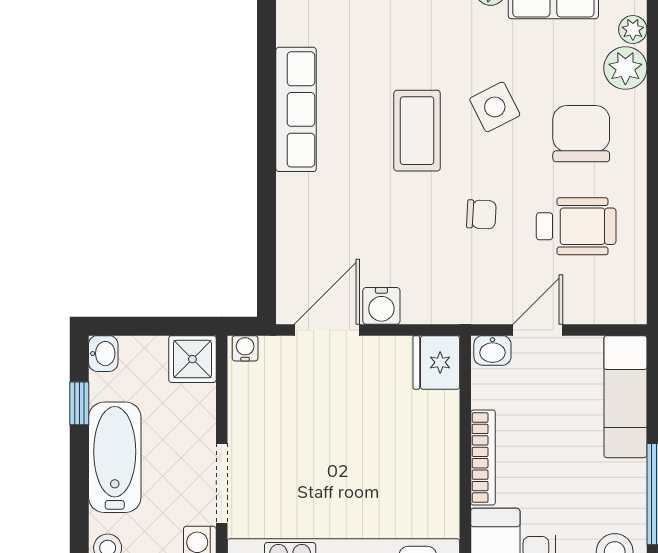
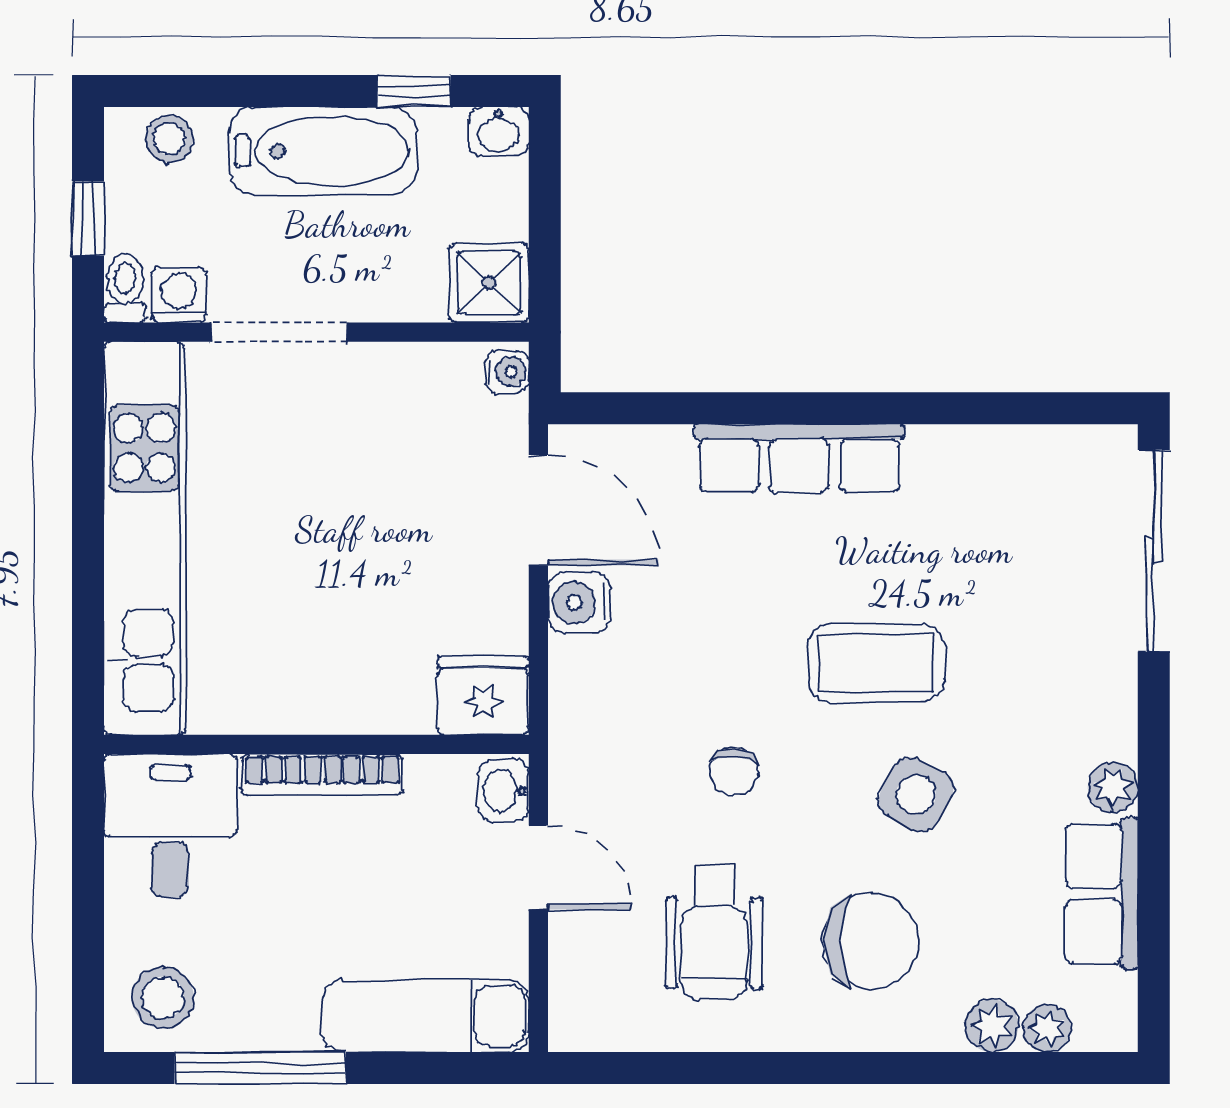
plant: (625, 68) -> (992, 1026), width x0.73, depth x0.73
side table: (495, 107) -> (916, 795), turned -35
row of seats: (296, 109) -> (799, 458), moved

